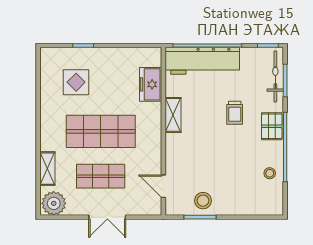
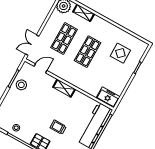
freezer: (151, 84) -> (108, 97), moved
shelving: (173, 115) -> (64, 88), moved
shop shelf: (101, 131) -> (88, 52), width x0.70, depth x0.74
double door: (107, 217) -> (32, 45), moved

